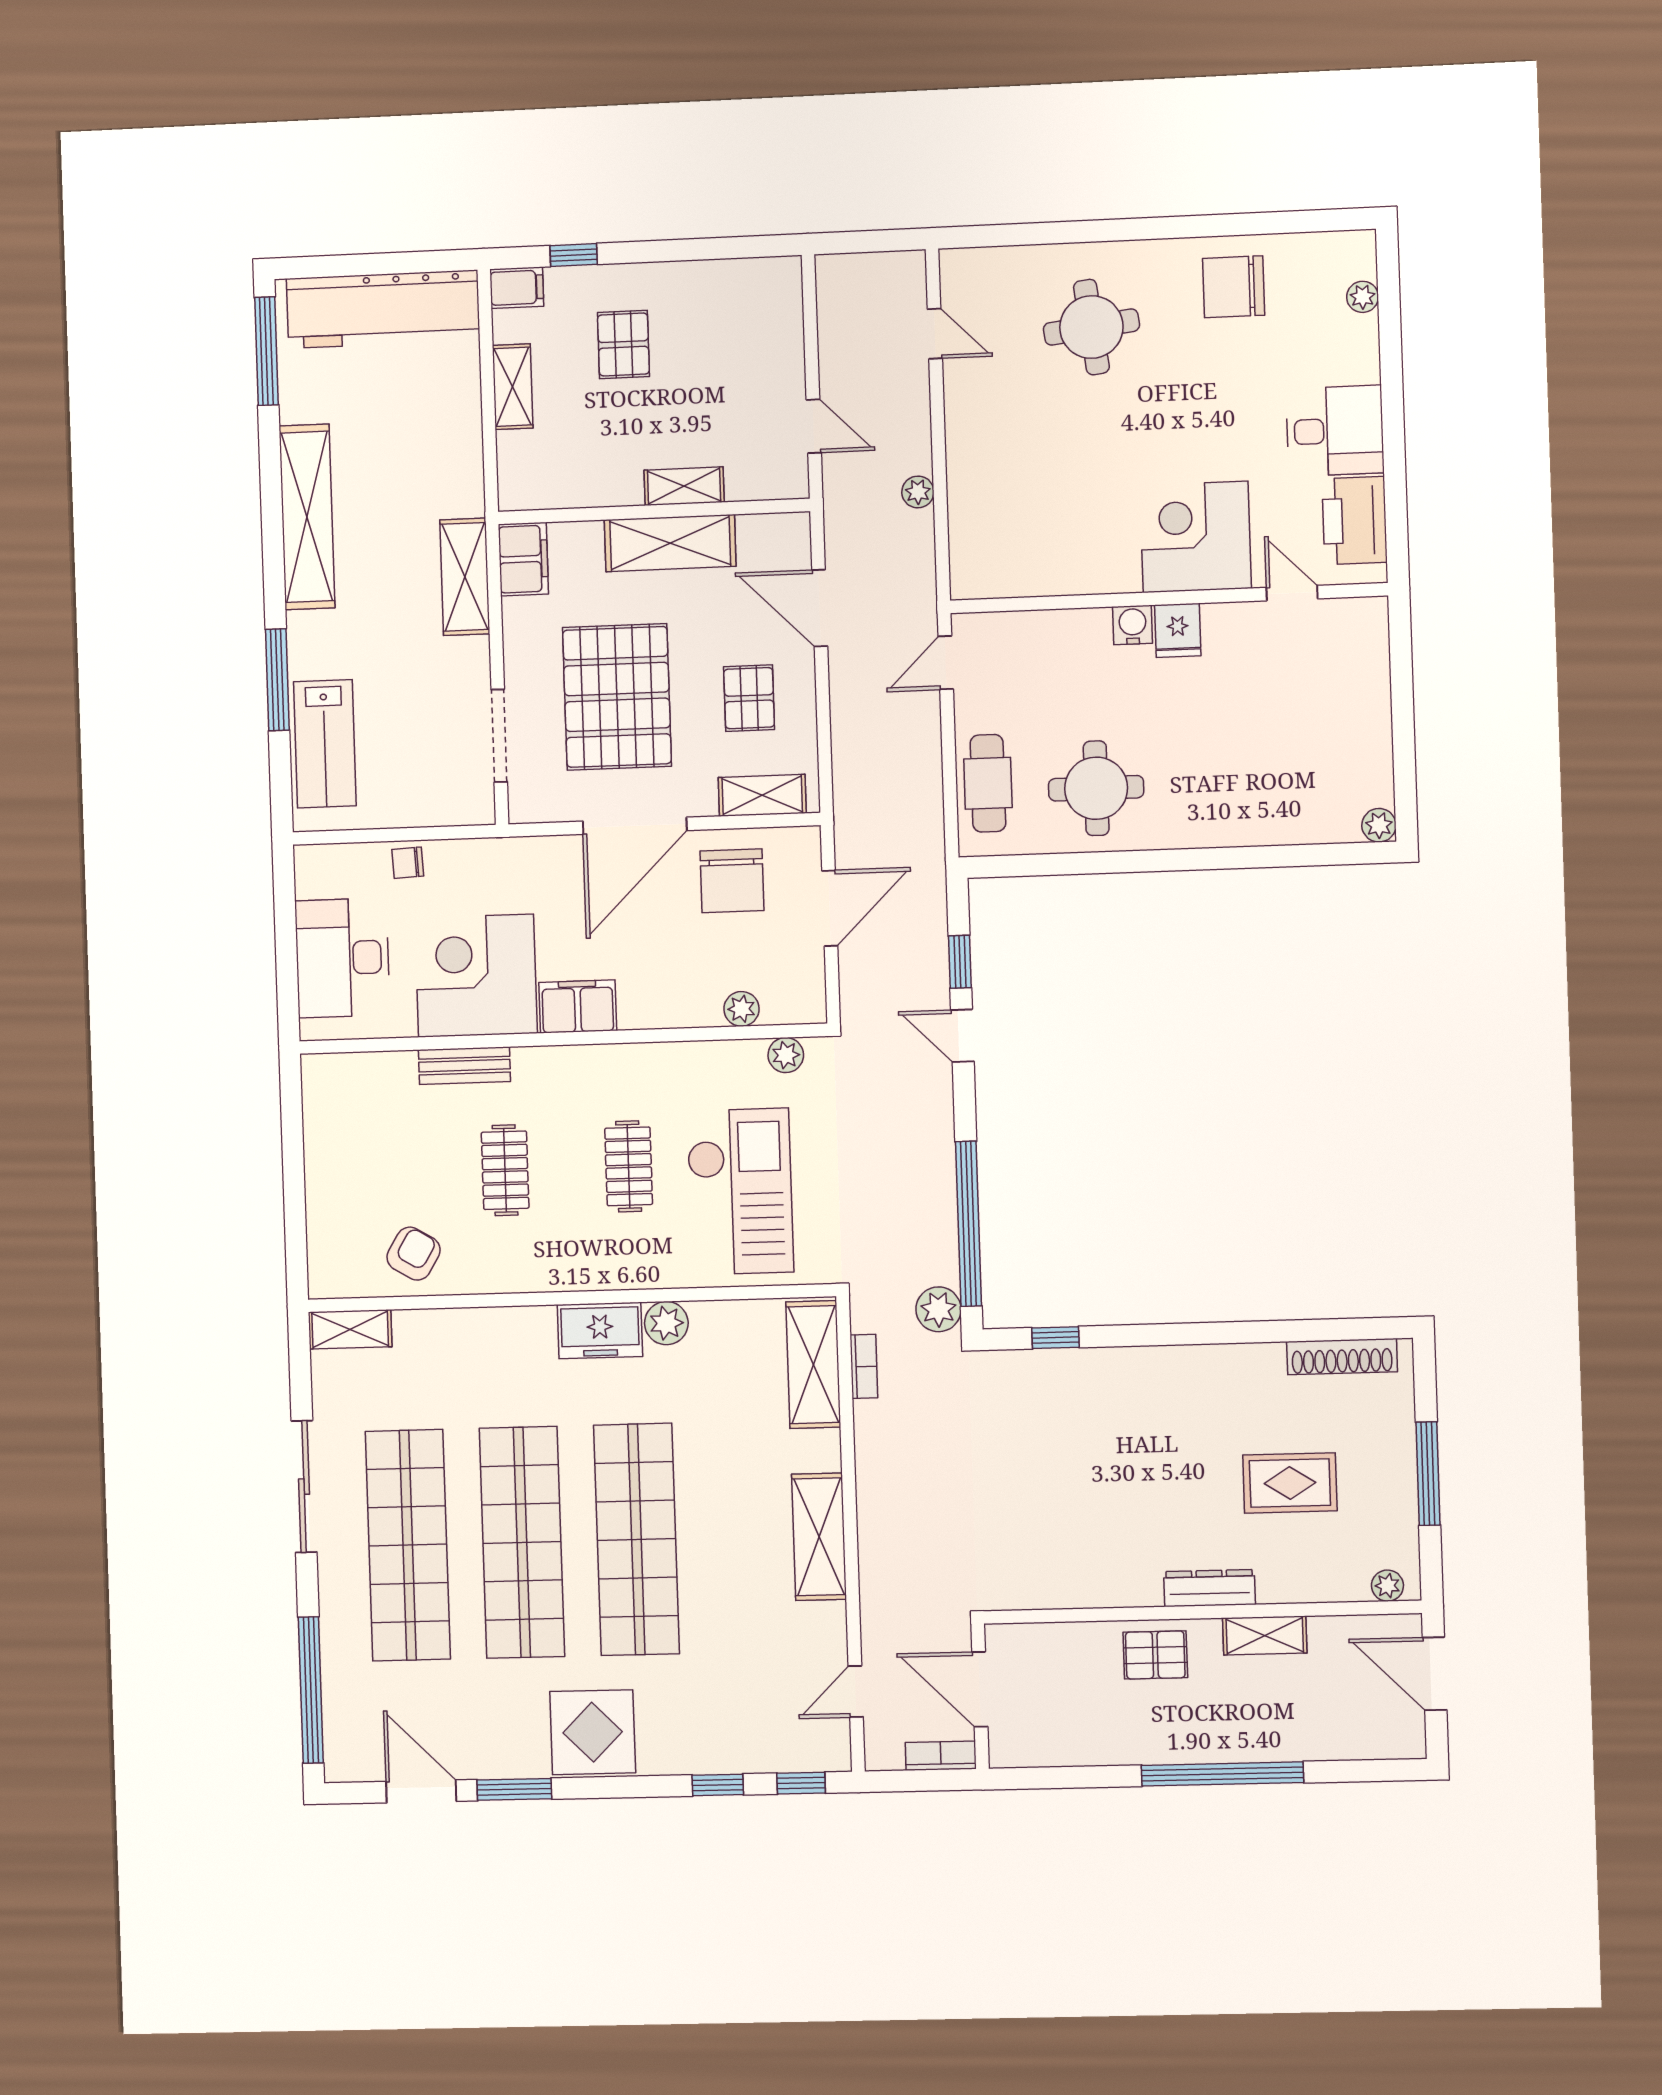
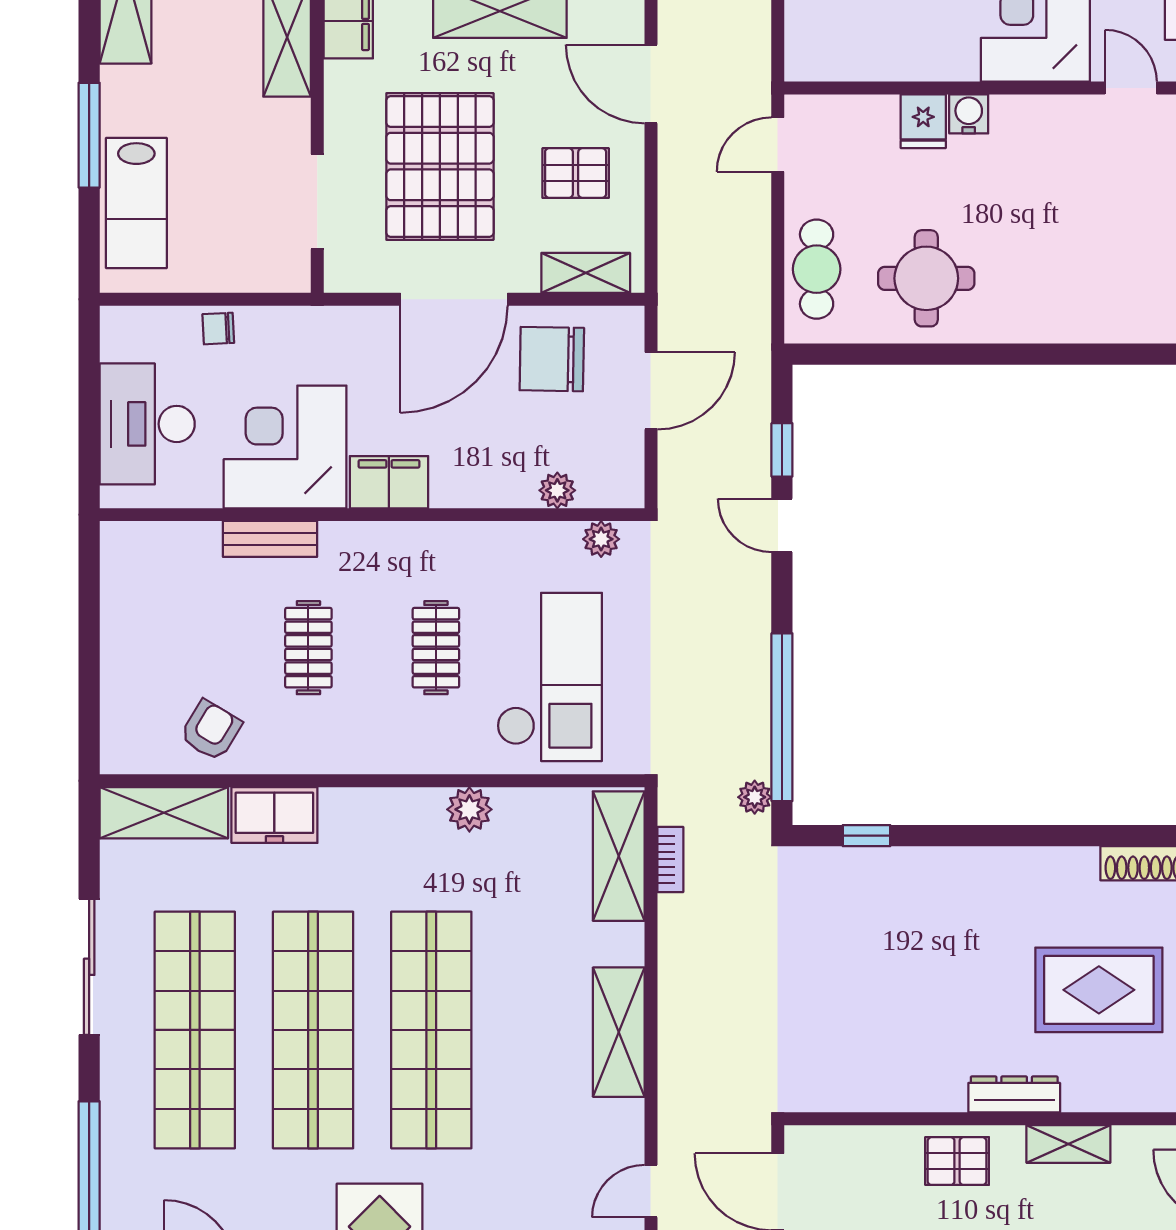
fridge: (1178, 630) -> (923, 121), moved
pallet: (749, 698) -> (576, 173), turned 90
chair: (732, 881) -> (552, 359), turned 91
plant: (938, 1309) -> (755, 797), width x0.73, depth x0.73
shelving: (350, 1329) -> (164, 813), width x1.50, depth x1.33
freezer: (600, 1331) -> (274, 815), moved
rug: (1290, 1483) -> (1099, 990), width x1.36, depth x1.43

